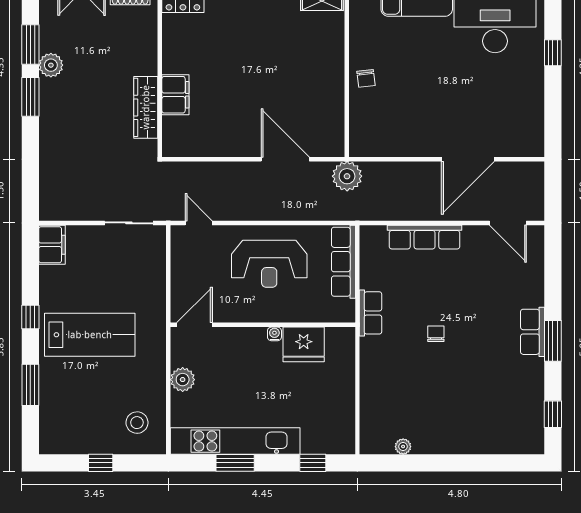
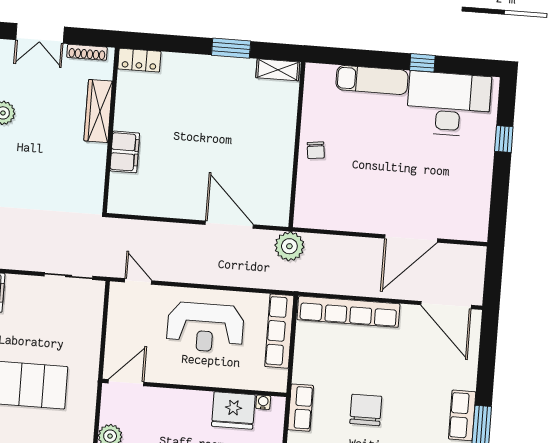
wardrobe: (146, 107) -> (98, 111), moved
door: (508, 223) -> (446, 305), width x1.36
row of seats: (425, 237) -> (348, 312), width x1.36
row of seats: (371, 313) -> (301, 408), moved
water cooler: (274, 334) -> (263, 402), moved
chair: (436, 334) -> (366, 410), width x1.87, depth x1.87

